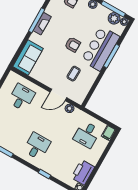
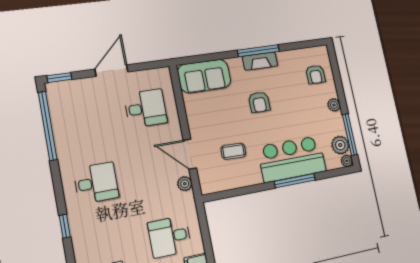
armchair: (73, 44) -> (259, 102), moved

